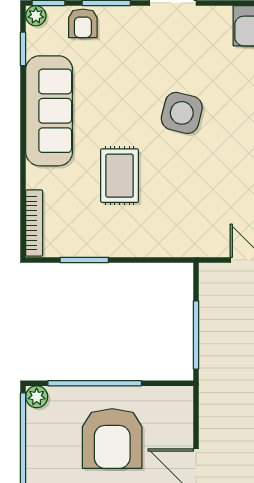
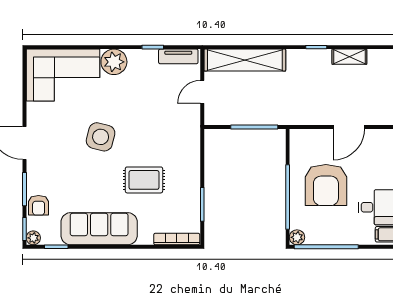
armchair: (83, 23) -> (39, 205), turned 90
armchair: (112, 439) -> (326, 185), turned 90

